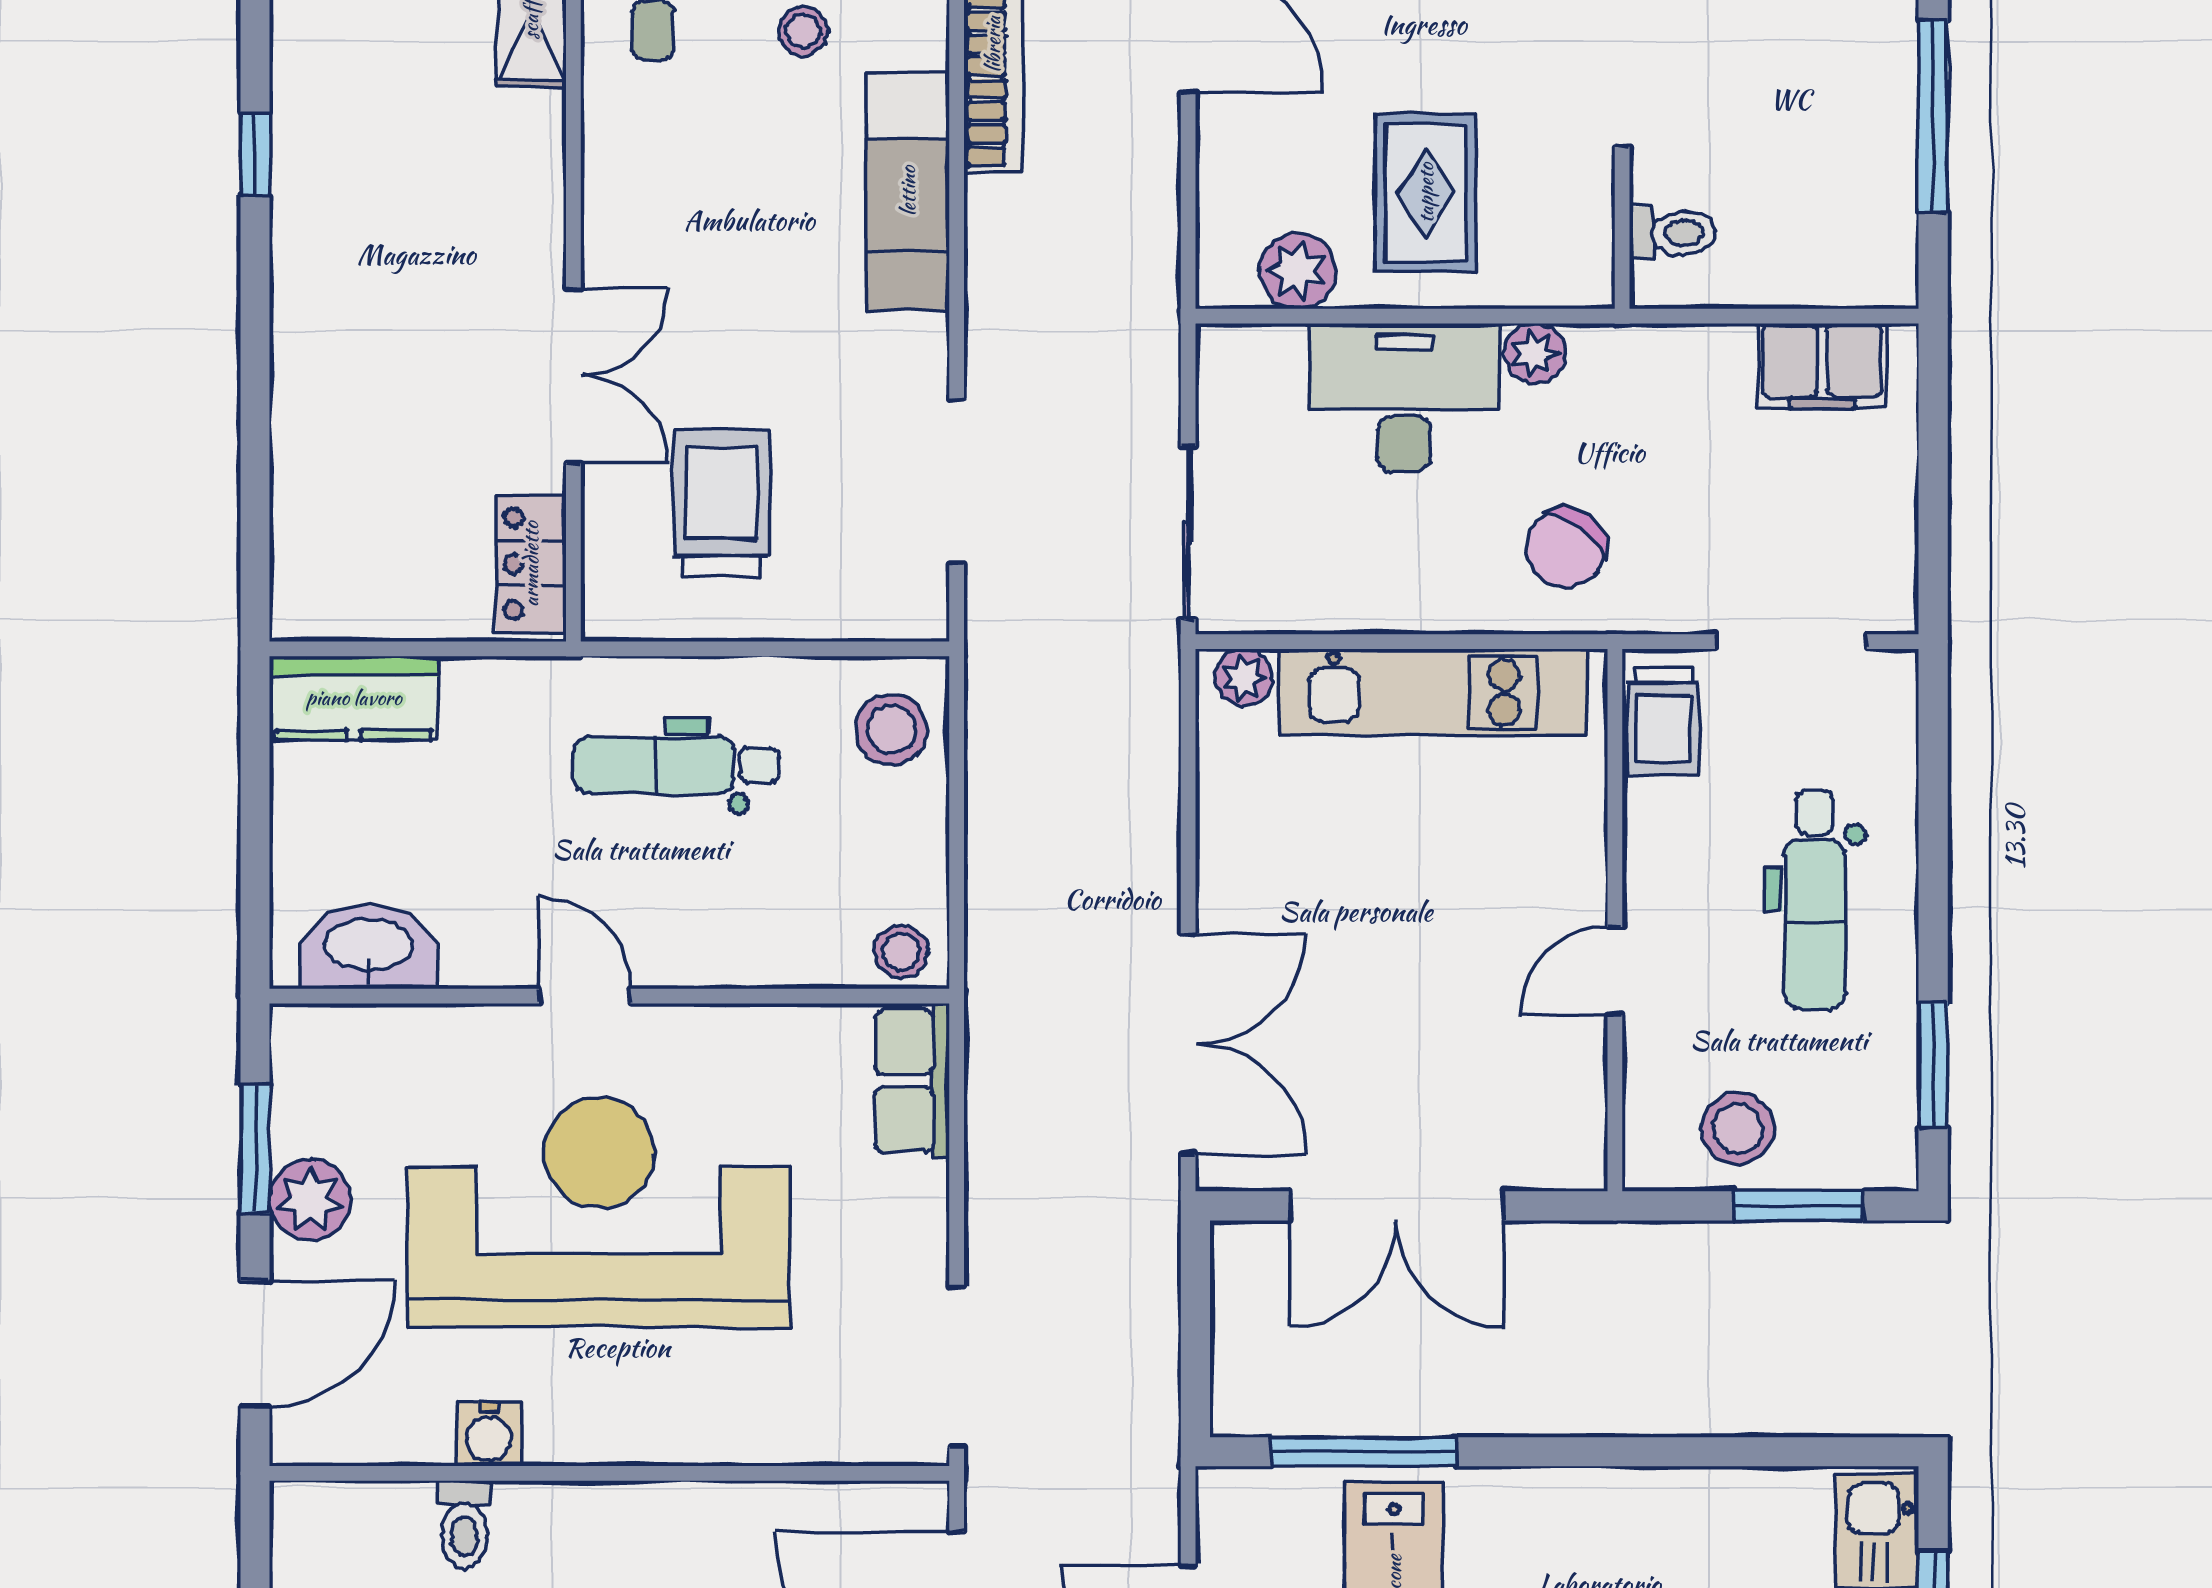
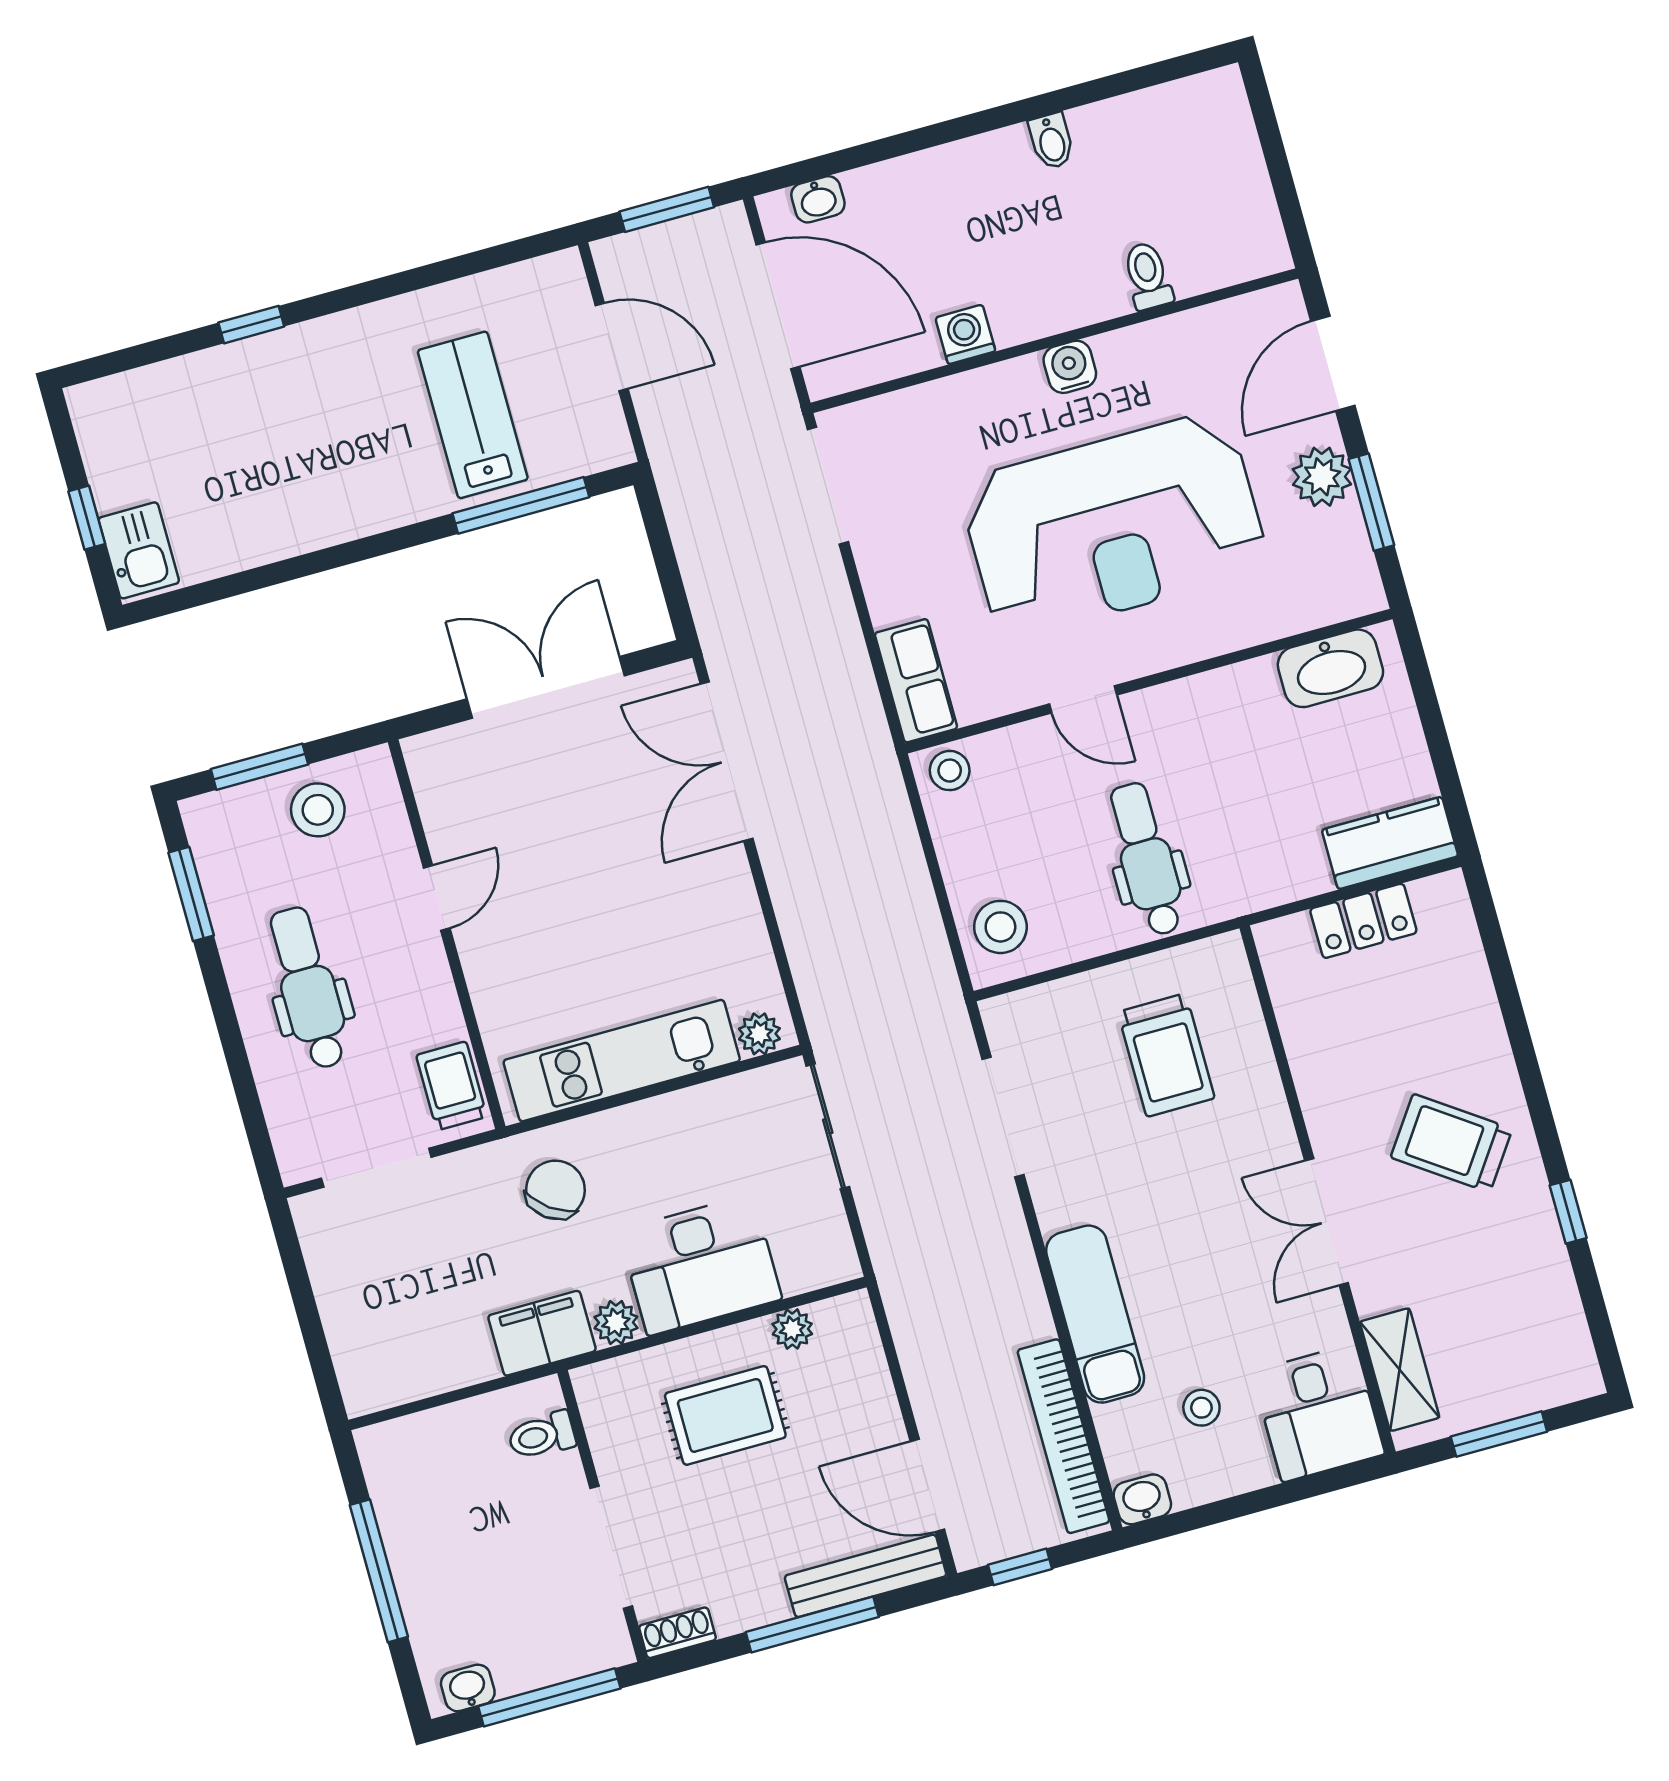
rug: (1426, 193) -> (725, 1415), turned 90
plant: (1297, 271) -> (792, 1329), width x0.73, depth x0.73
trolley: (382, 285) -> (1451, 1143), added
filing cabinet: (1822, 366) -> (542, 1333), moved
double door: (573, 376) -> (1326, 1222), moved
locker: (531, 564) -> (1363, 921), moved, turned 90
dental chair: (677, 765) -> (1146, 859), turned -90
door: (585, 996) -> (1083, 699), moved
water cooler: (489, 1434) -> (1070, 367), moved
washing machine: (723, 1514) -> (965, 334), added

